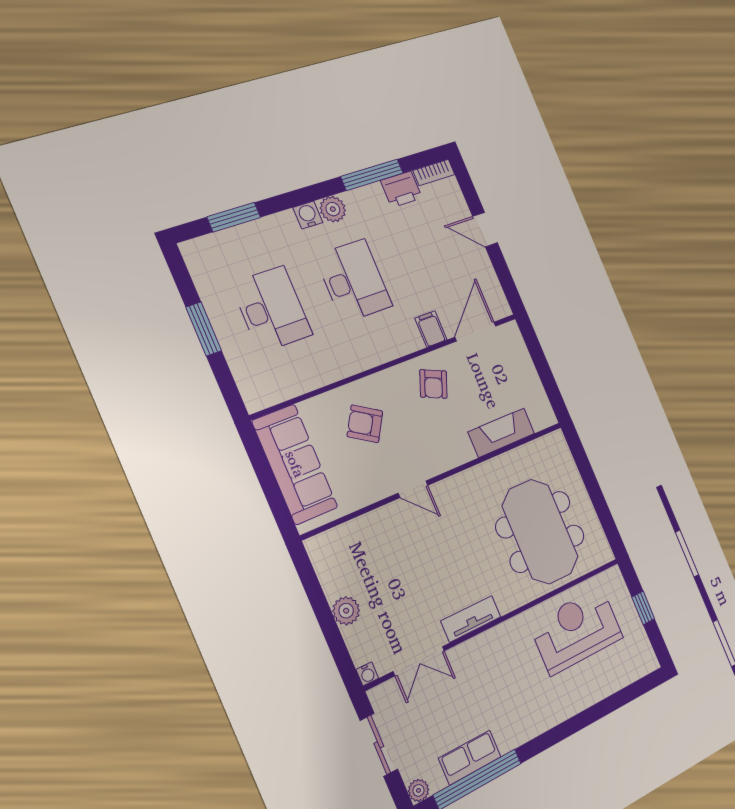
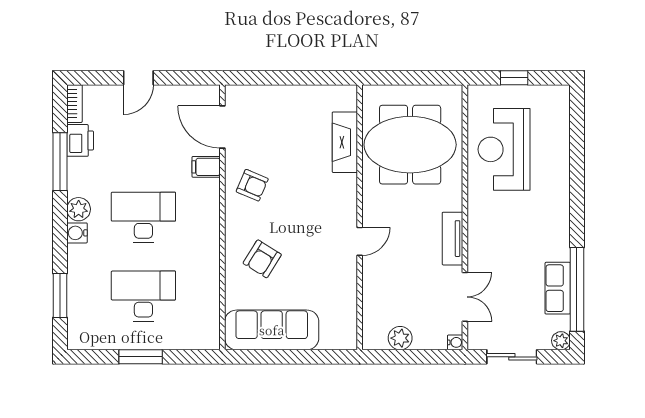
fireplace: (501, 433) -> (345, 142), moved
wall: (437, 479) -> (360, 217), moved
door: (413, 489) -> (360, 241), moved

